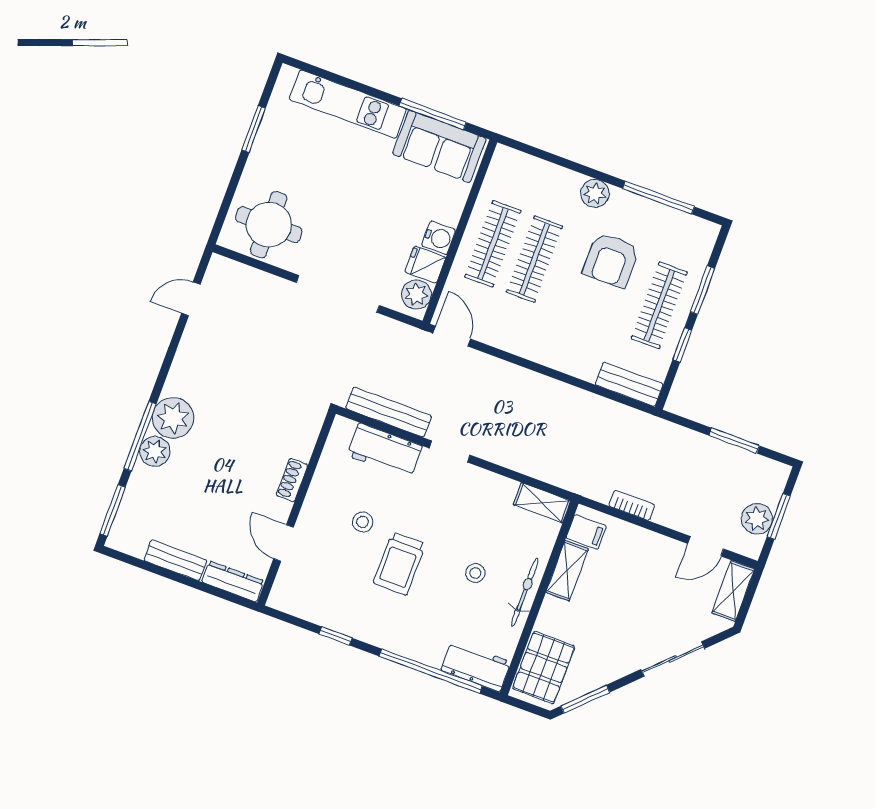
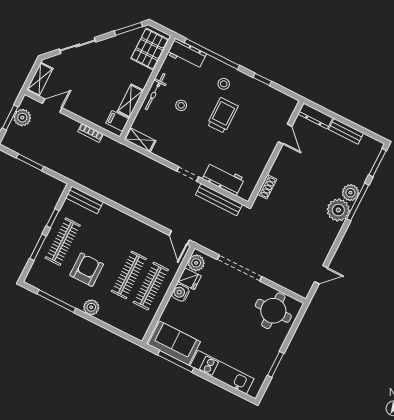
shoe rack: (292, 480) -> (267, 187), moved
stool: (363, 522) -> (224, 84), moved

